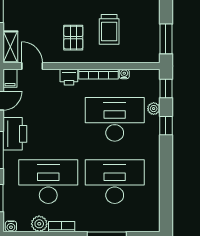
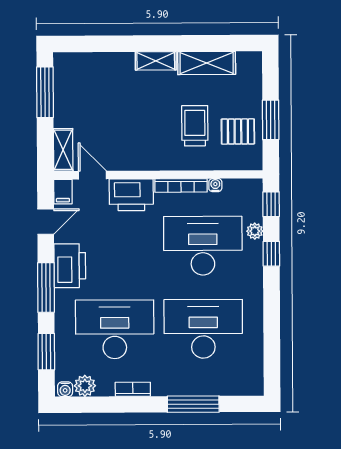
trolley: (109, 29) -> (195, 126), turned 180
pallet: (73, 38) -> (238, 131), moved, turned 90
window: (166, 39) -> (271, 120), moved
printer: (69, 77) -> (131, 195), width x1.87, depth x1.48
plant: (39, 224) -> (85, 386), moved

